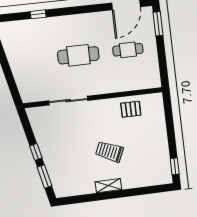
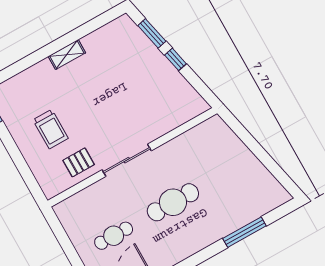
window: (38, 14) -> (244, 232), width x2.17
sliding door: (68, 101) -> (127, 160), moved
trolley: (109, 152) -> (51, 129), moved, turned 66

